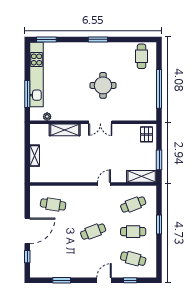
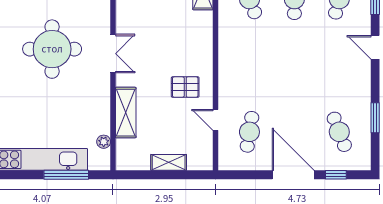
round table: (103, 85) -> (52, 49), width x1.36, depth x1.36
pallet: (80, 166) -> (185, 87), added
door: (104, 184) -> (215, 120), moved
cafe table: (93, 232) -> (339, 132), moved

